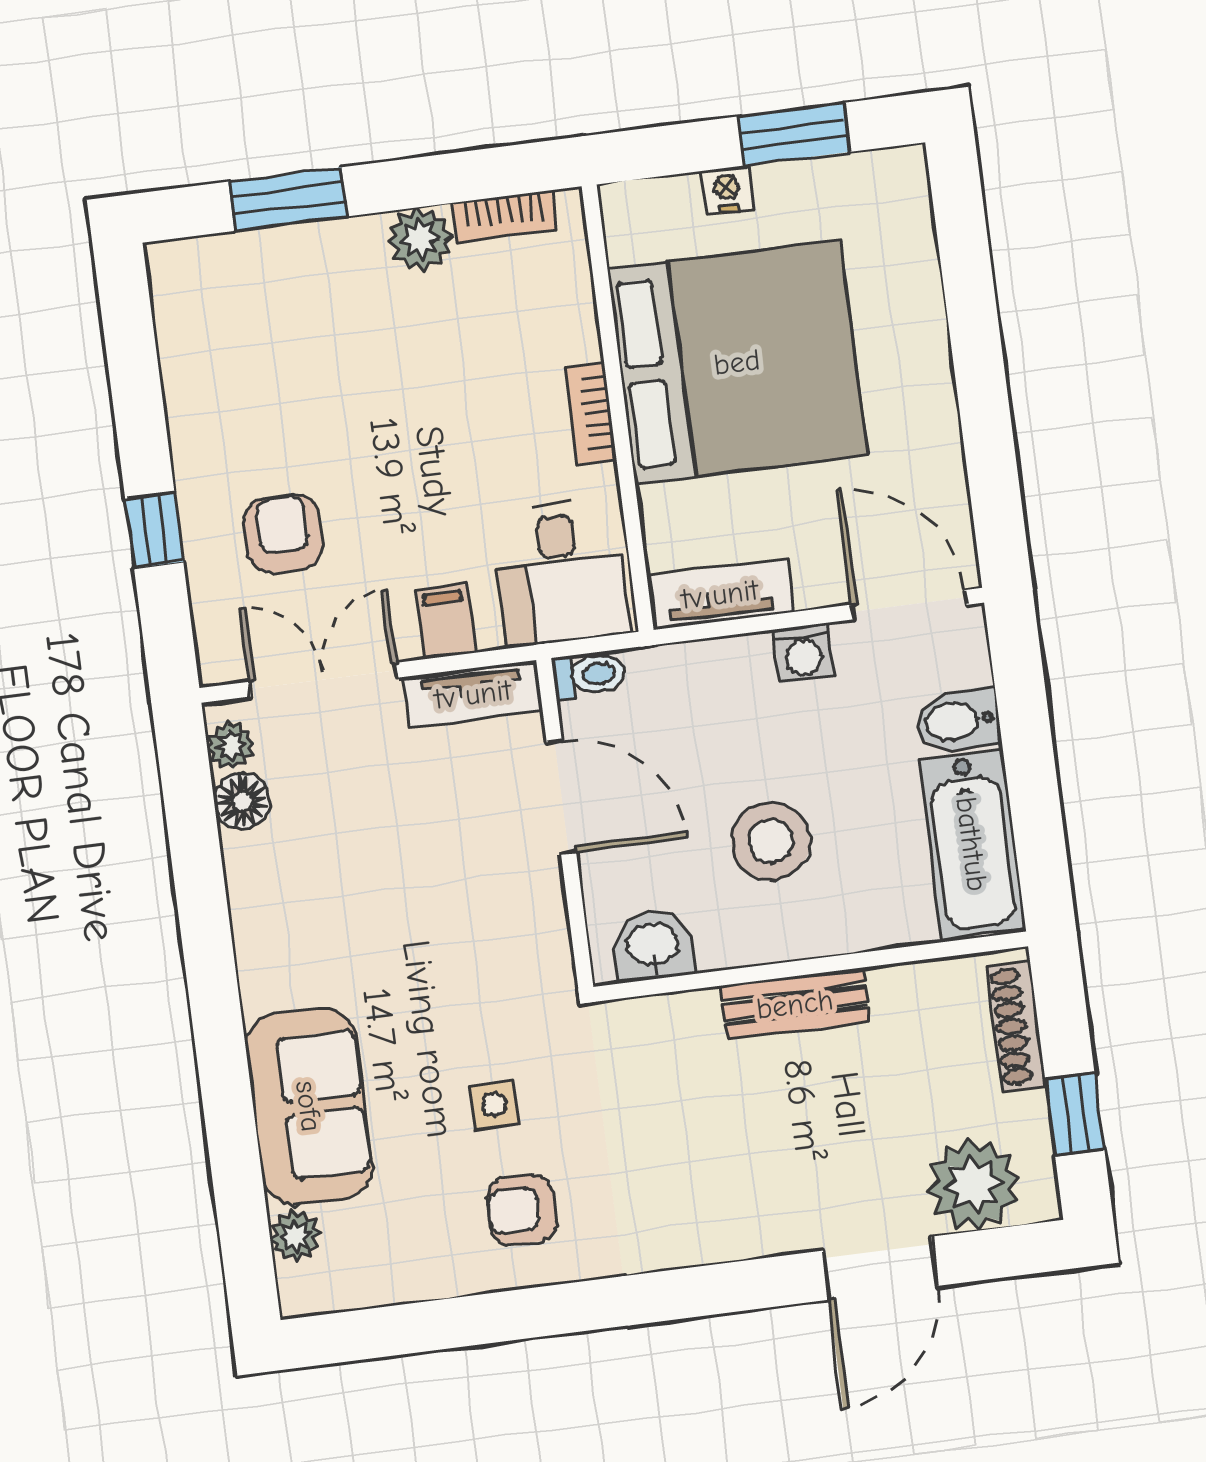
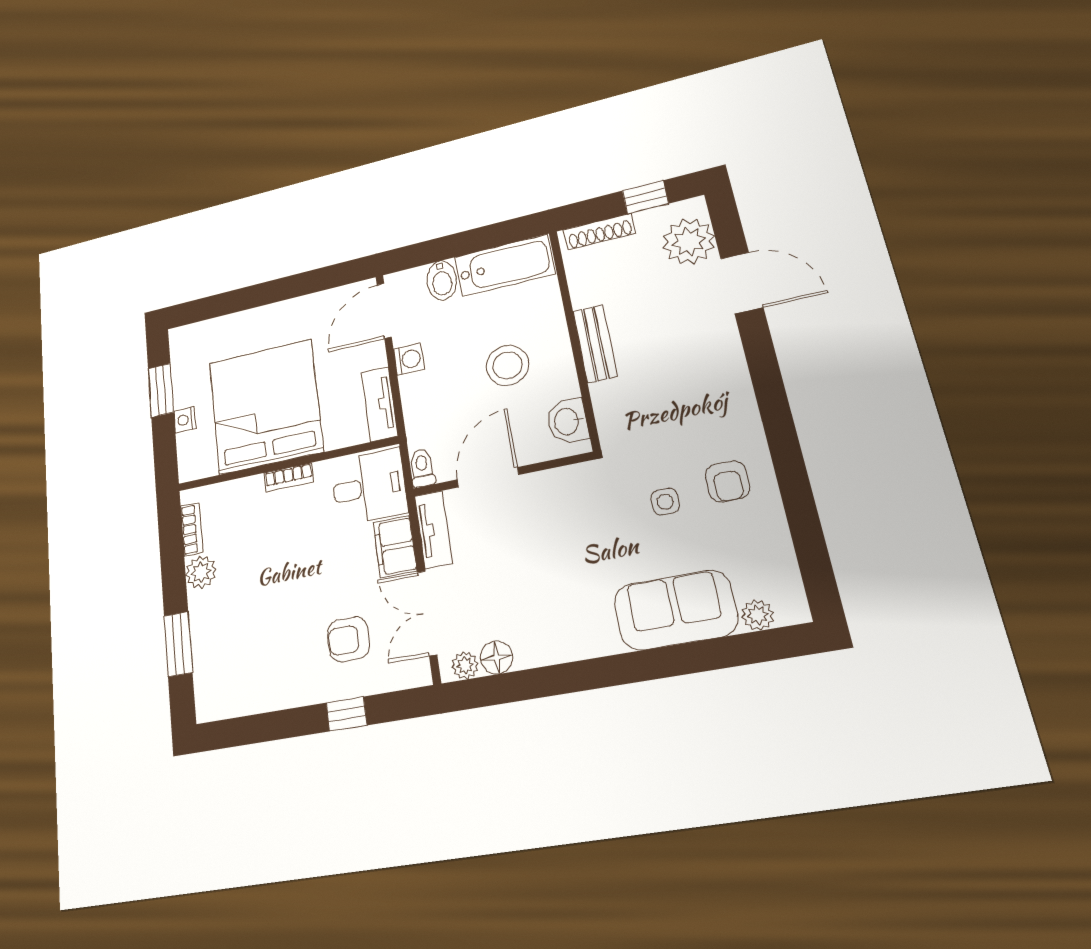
filing cabinet: (446, 622) -> (395, 547), width x2.00

